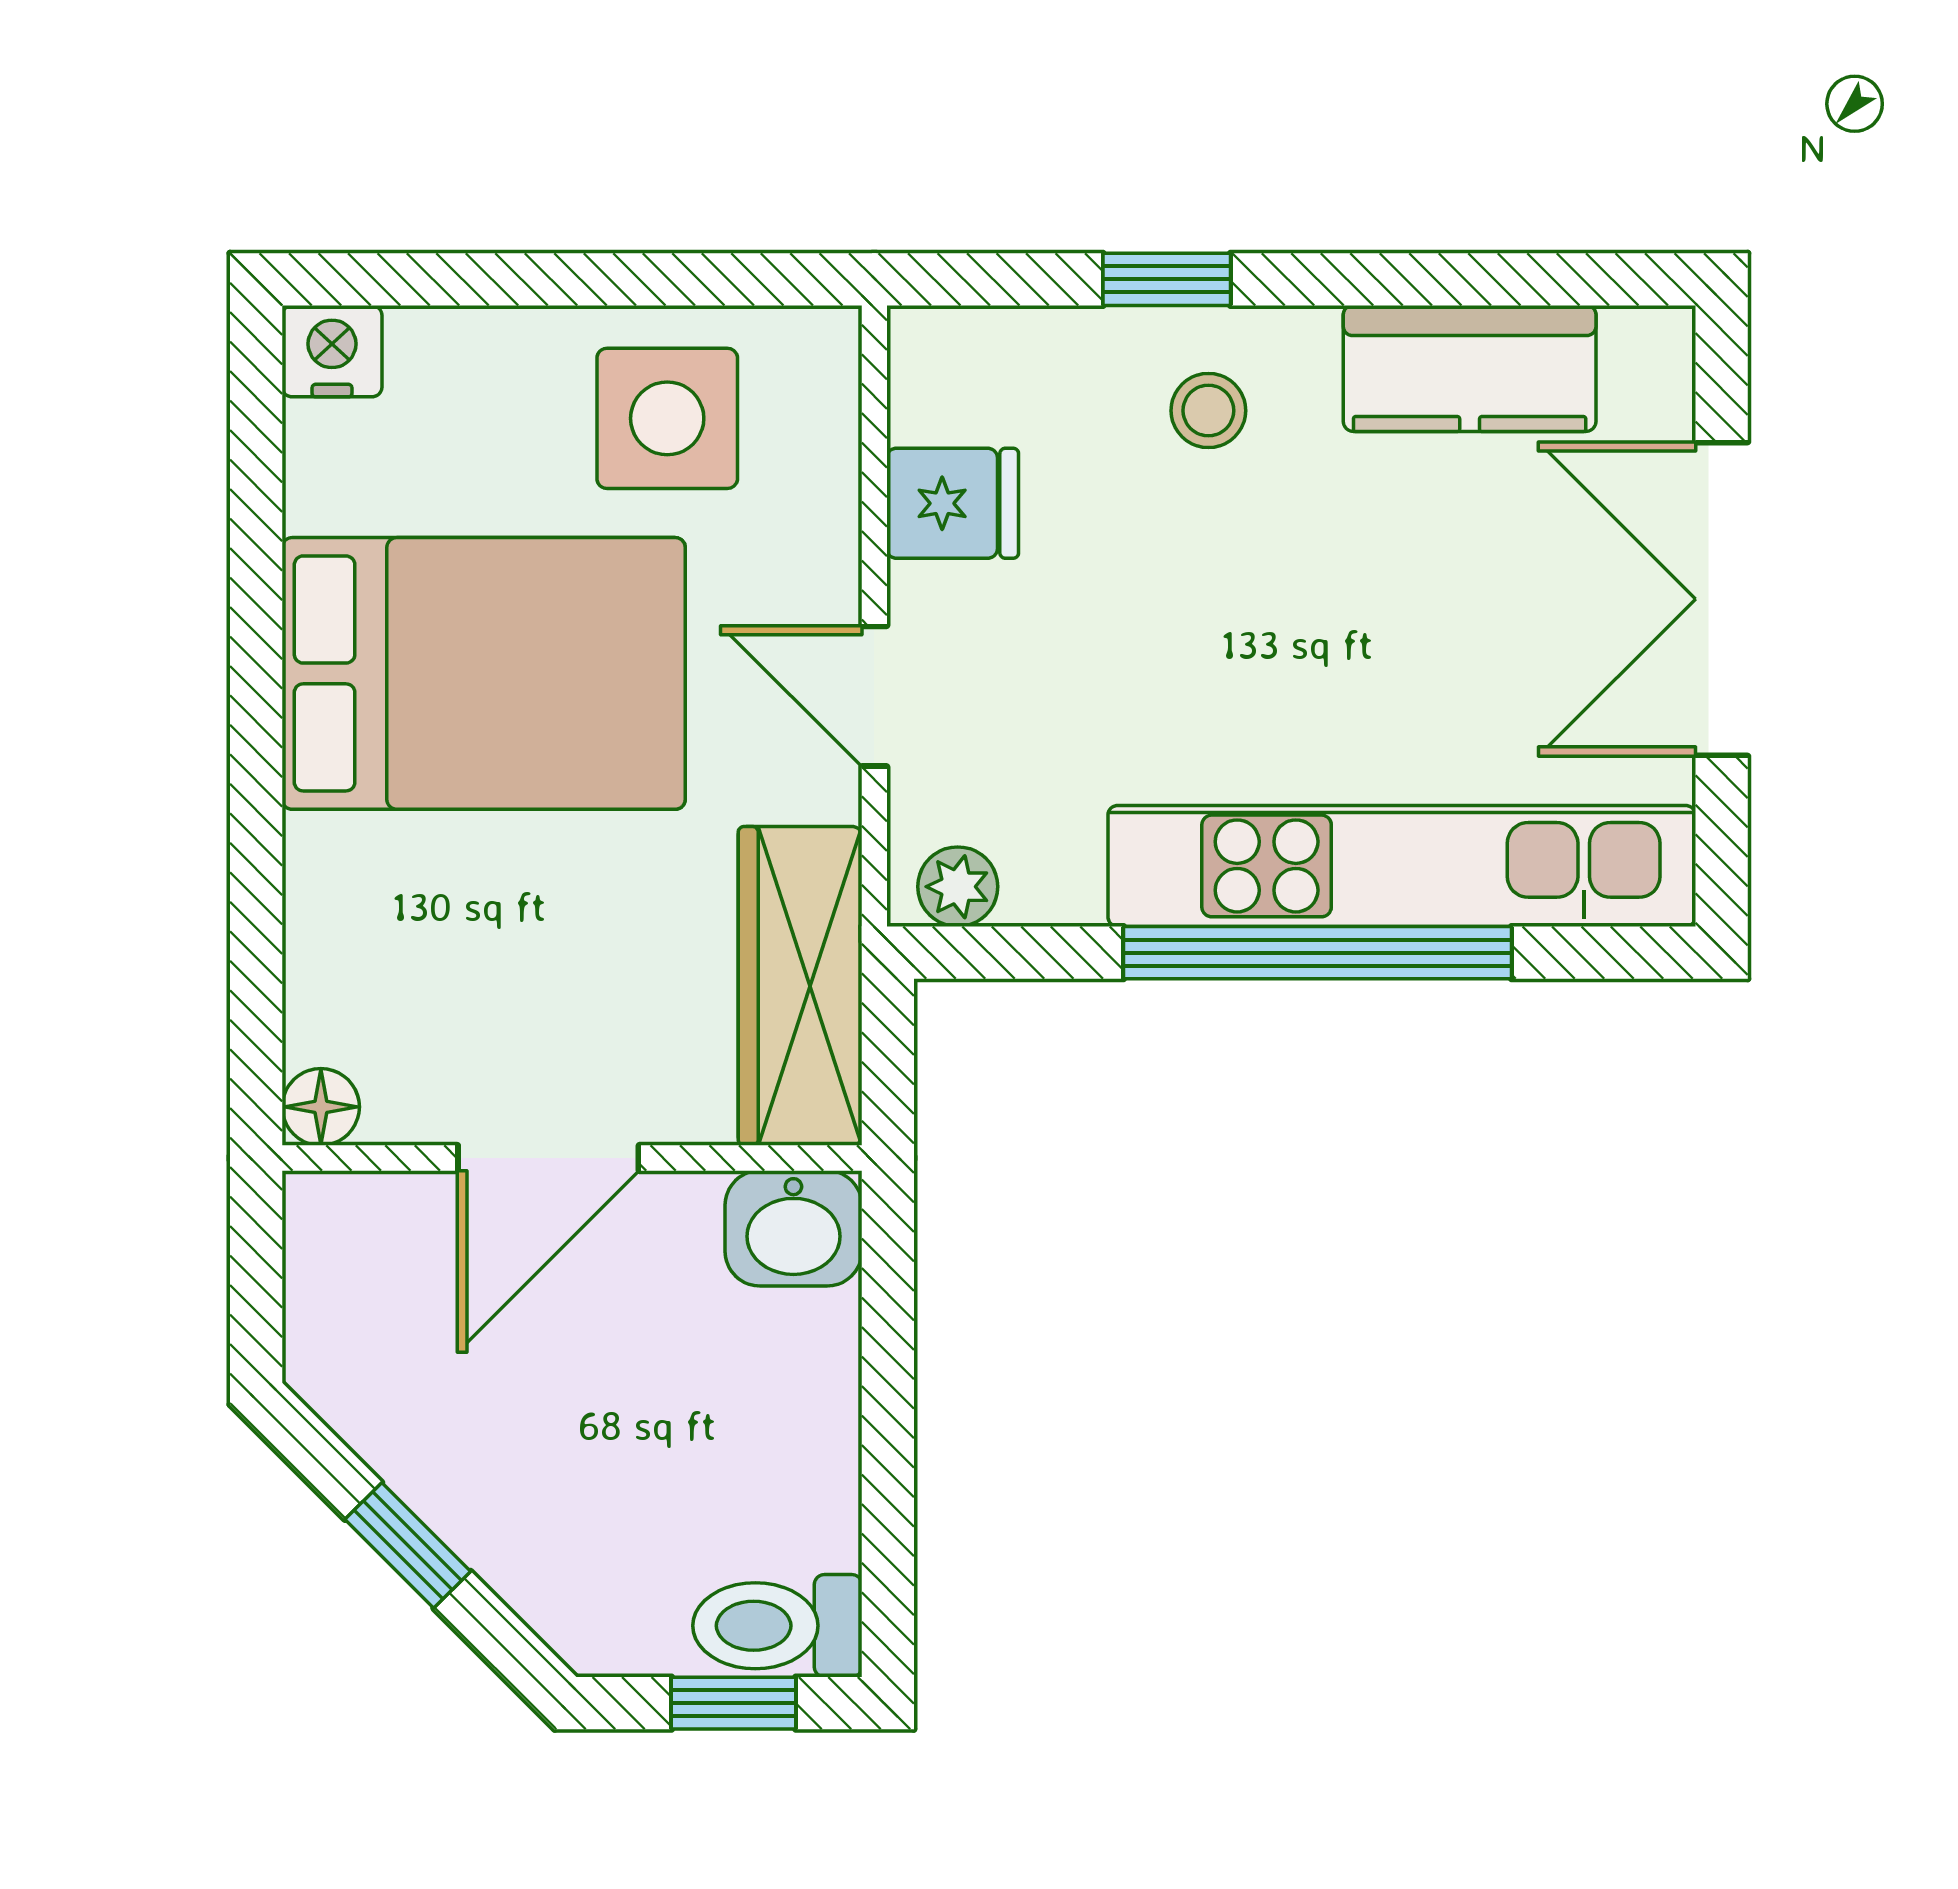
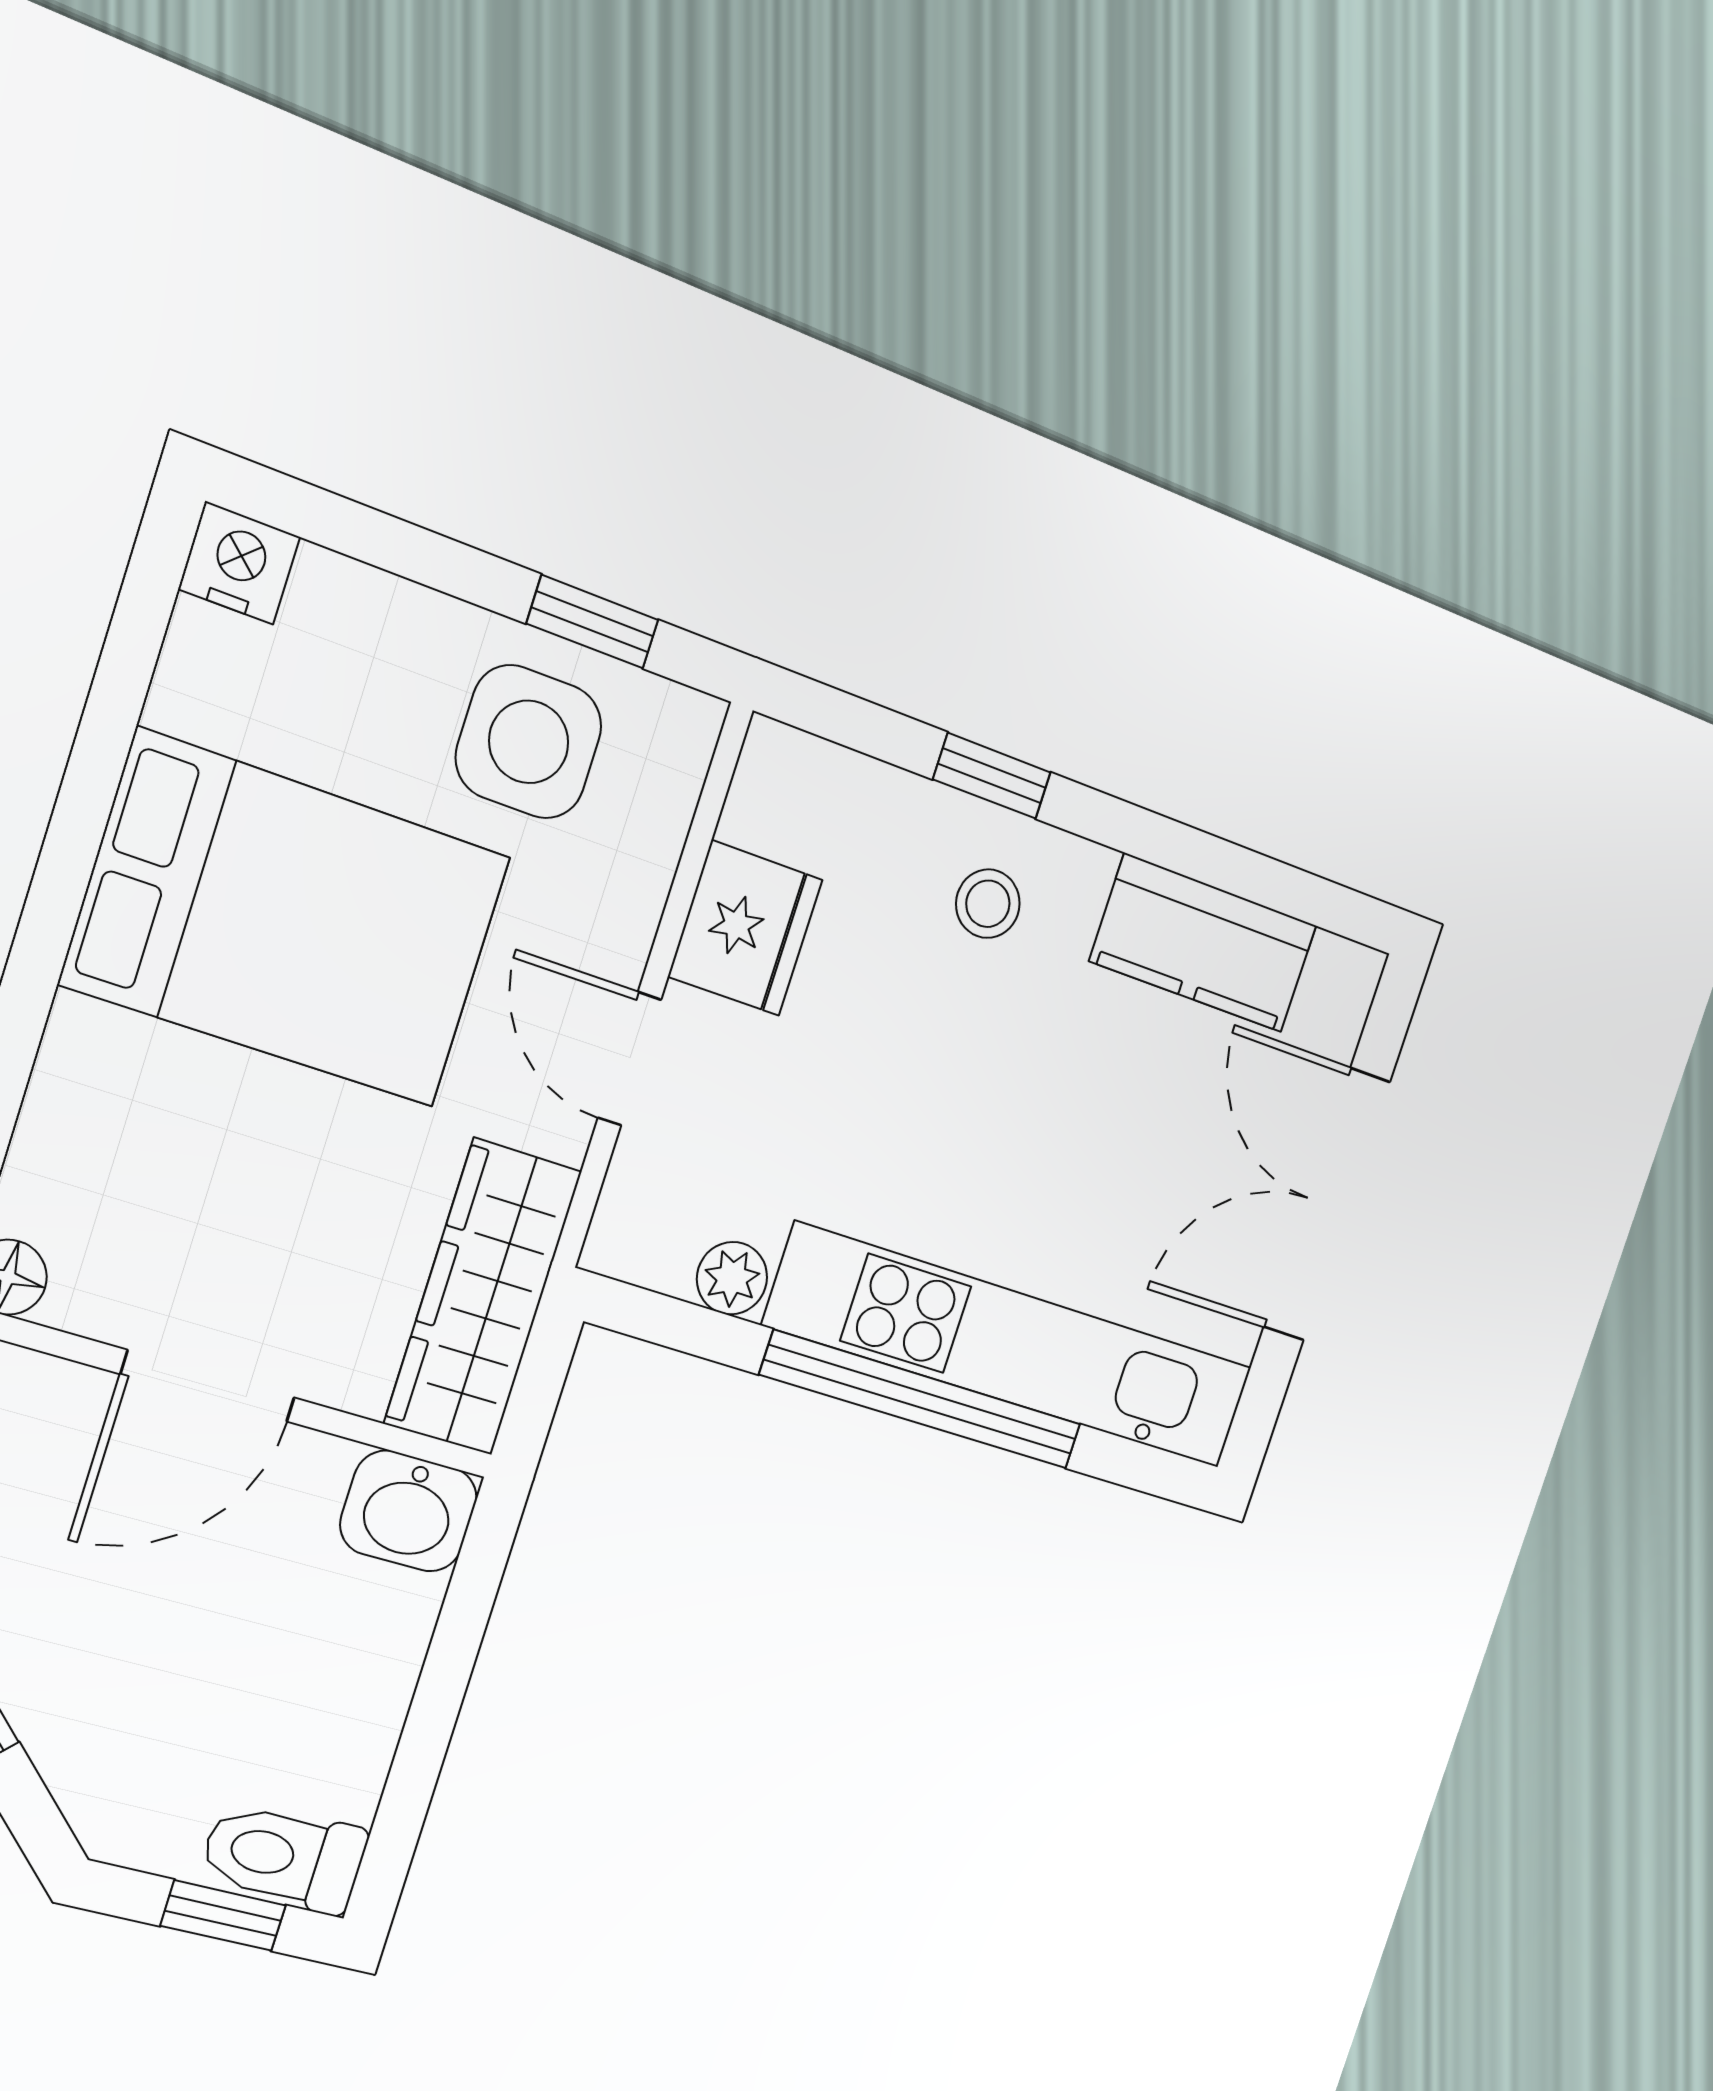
window: (693, 279) -> (593, 622), added
fridge: (953, 503) -> (745, 928), width x1.38
plant: (958, 887) -> (732, 1278), moved

